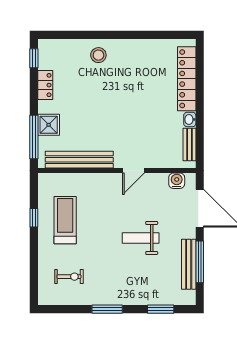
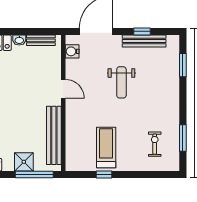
treadmill: (65, 220) -> (106, 148), turned 90
window: (200, 262) -> (142, 31), width x0.46
window: (107, 309) -> (183, 138), moved

